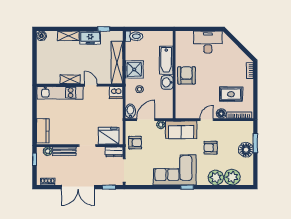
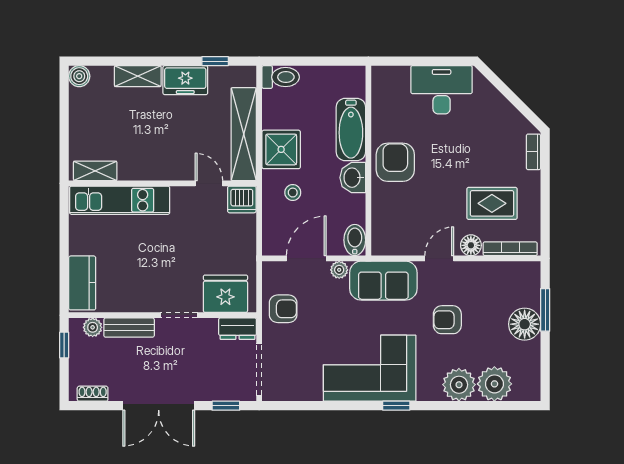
shelving: (70, 79) -> (95, 171), moved
door: (91, 85) -> (209, 183), moved
bidet: (130, 111) -> (355, 240), moved

